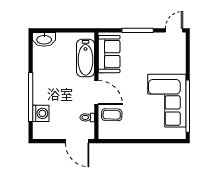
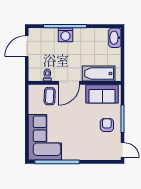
armchair: (145, 48) -> (107, 125), added
corner sofa: (167, 101) -> (45, 137), moved, turned 90
washing machine: (41, 113) -> (65, 35), moved
door: (77, 141) -> (27, 46), moved

